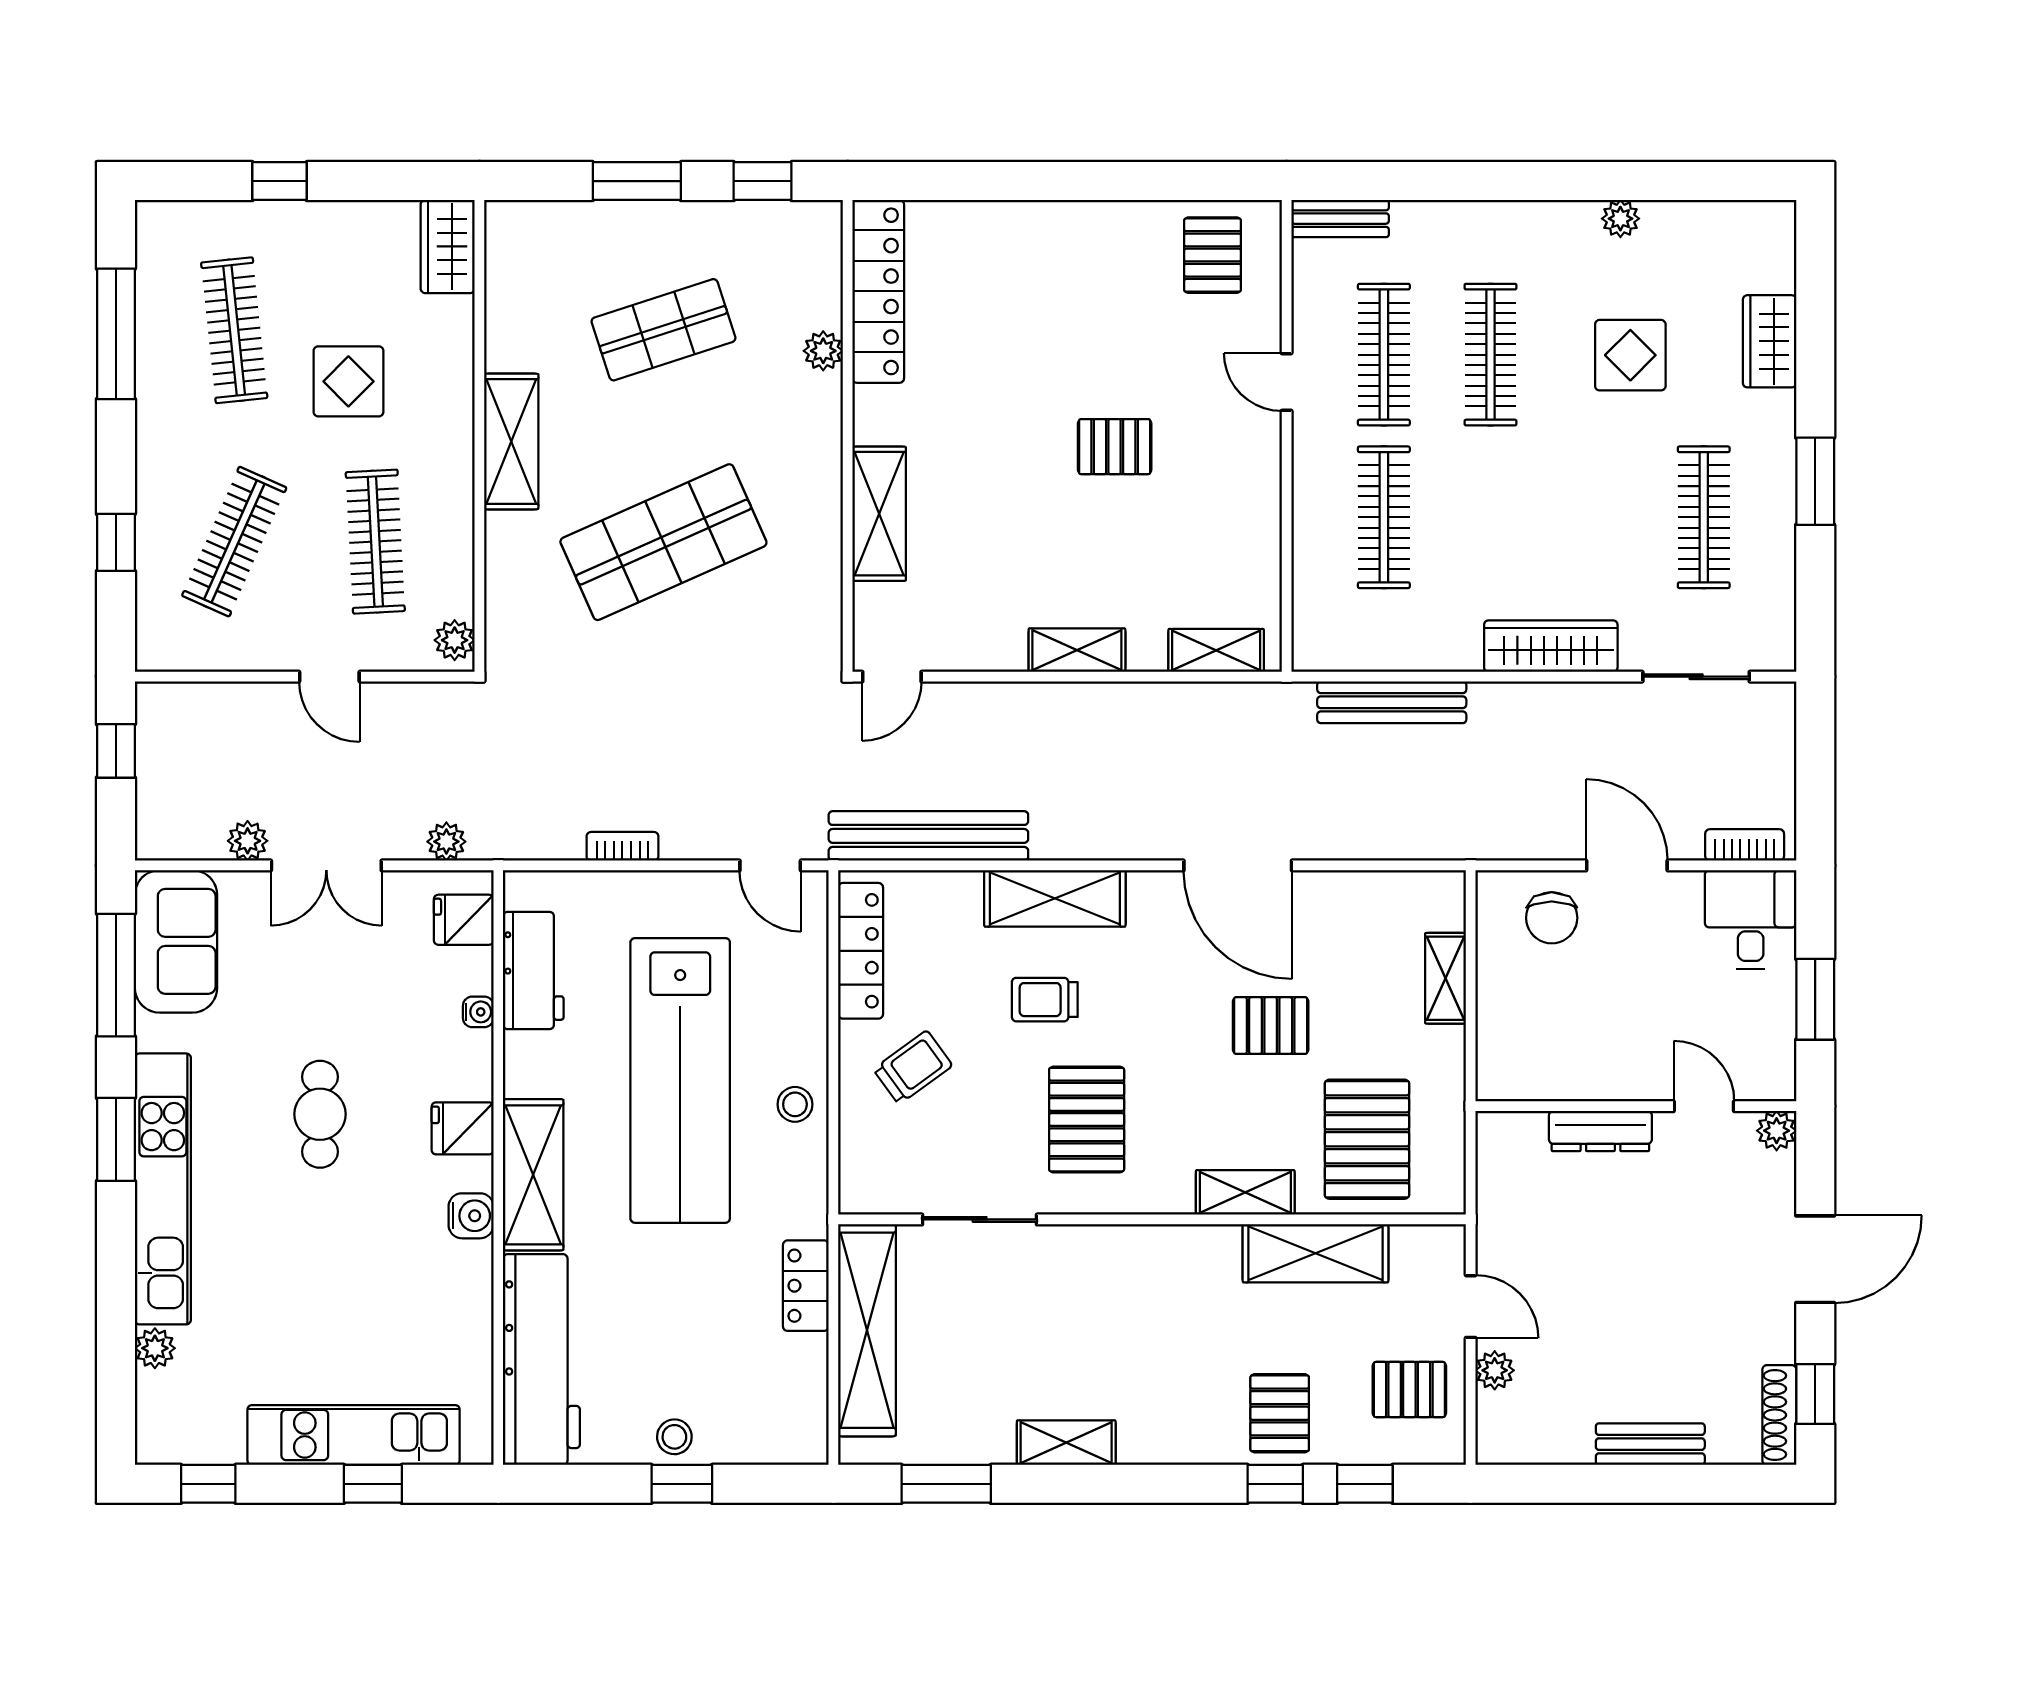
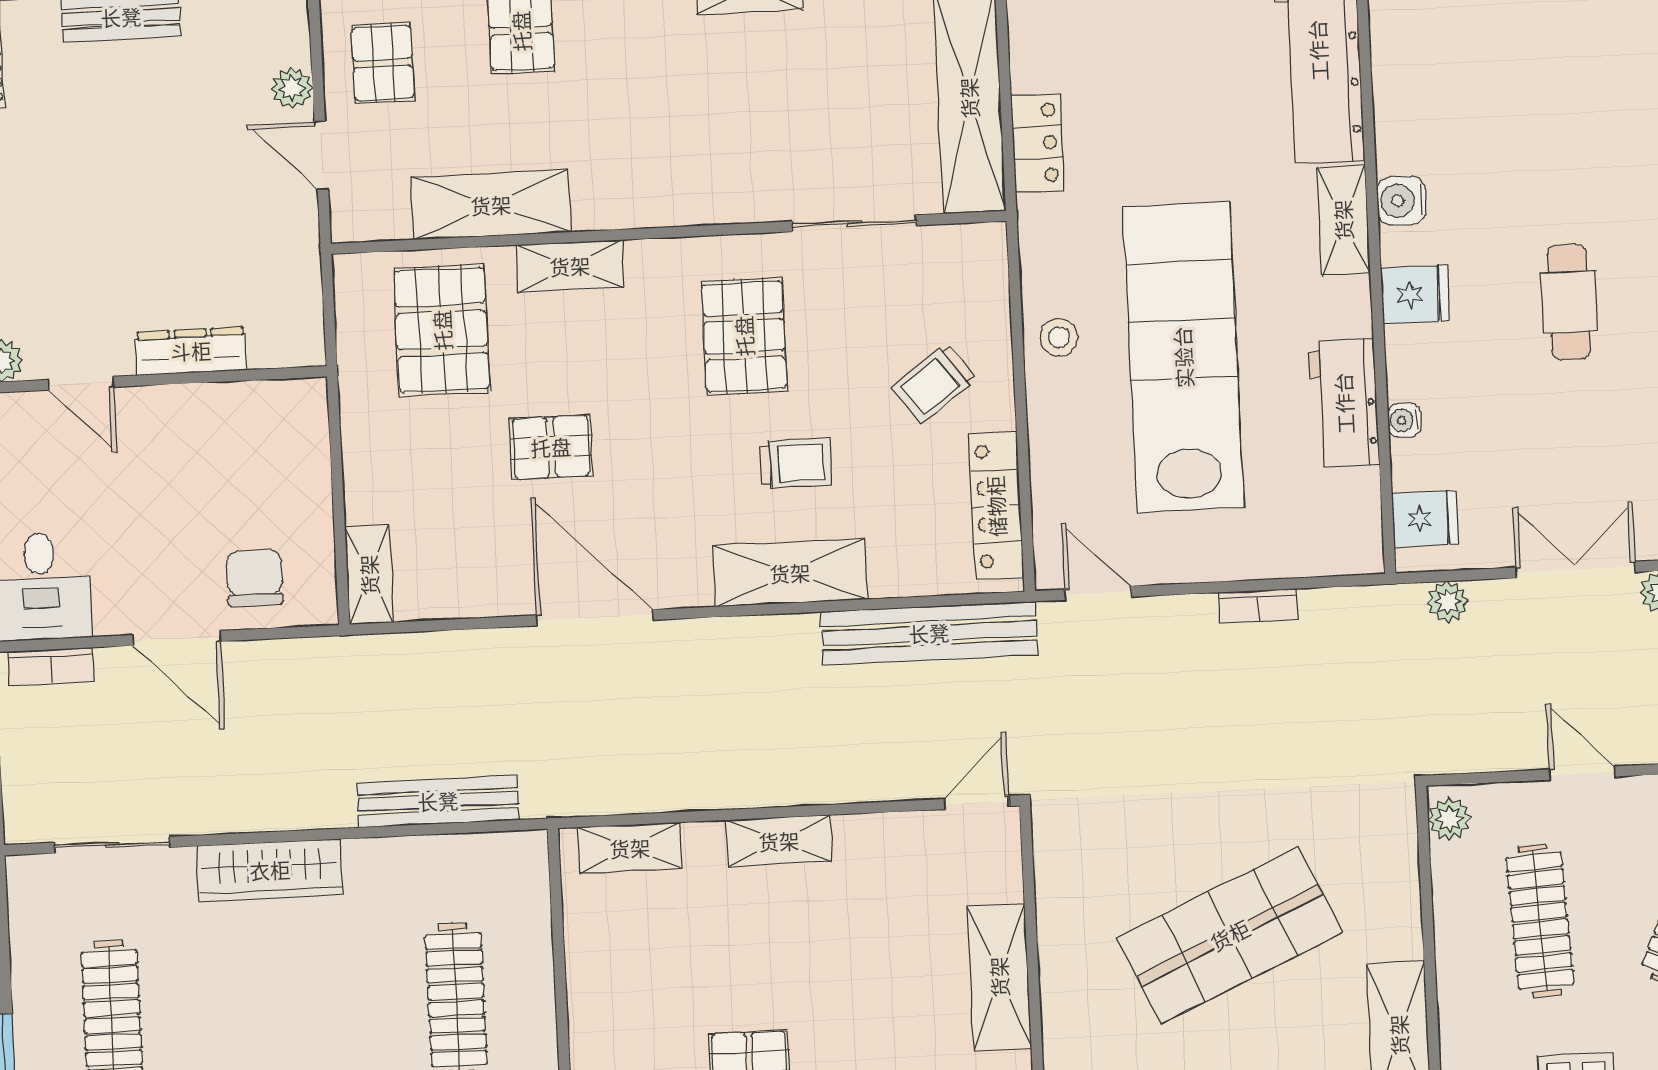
workbench: (533, 971) -> (1344, 403), moved
shelving: (1446, 978) -> (369, 575), moved
shelving: (533, 1175) -> (1343, 220), width x0.67, depth x0.75
pallet: (1409, 1390) -> (383, 63), turned 90

